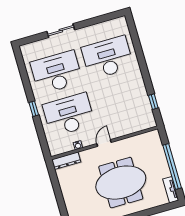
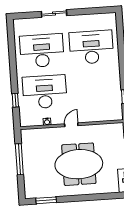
window: (34, 109) -> (15, 100), moved
dresser: (66, 161) -> (33, 133), removed
window: (57, 191) -> (19, 159), added

